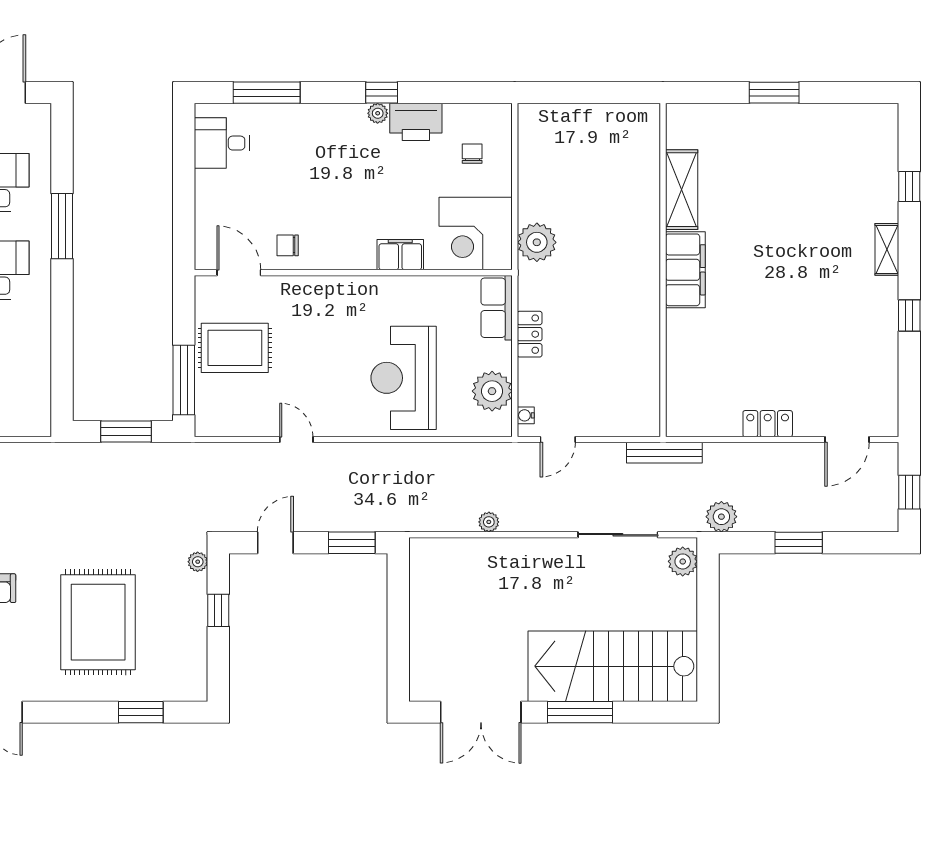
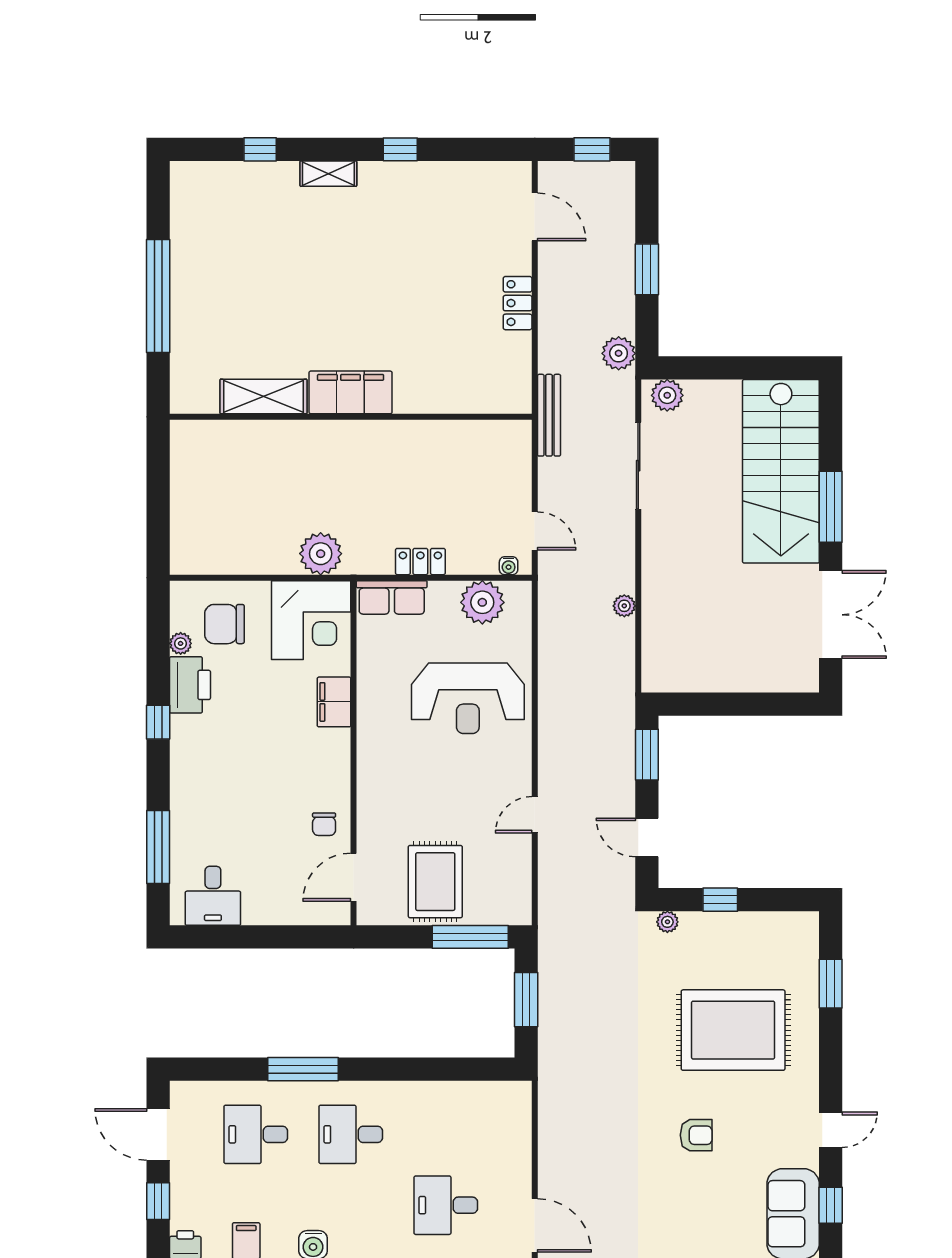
window: (774, 93) -> (158, 296), width x2.11
plant: (378, 113) -> (181, 643), moved
chair: (472, 154) -> (224, 624), width x1.87, depth x1.87

